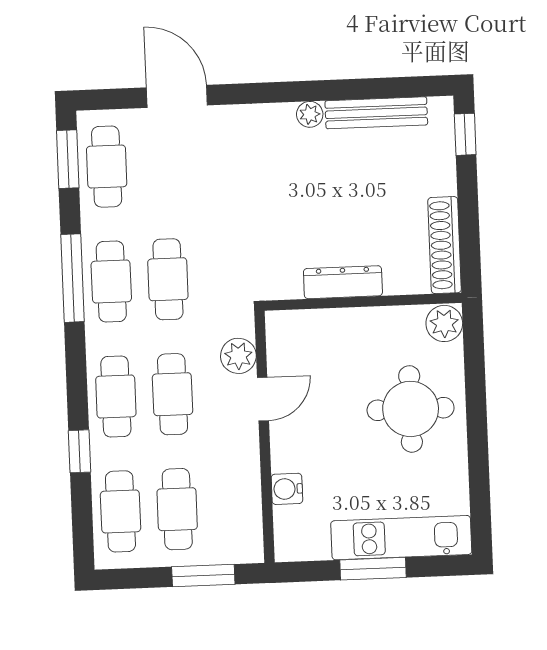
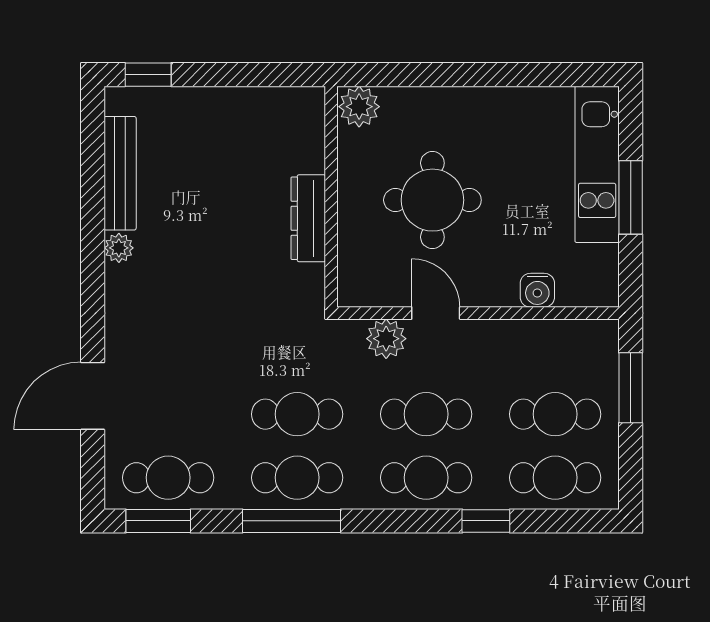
shoe rack: (445, 245) -> (271, 103), removed
round table: (411, 409) -> (432, 200), moved

